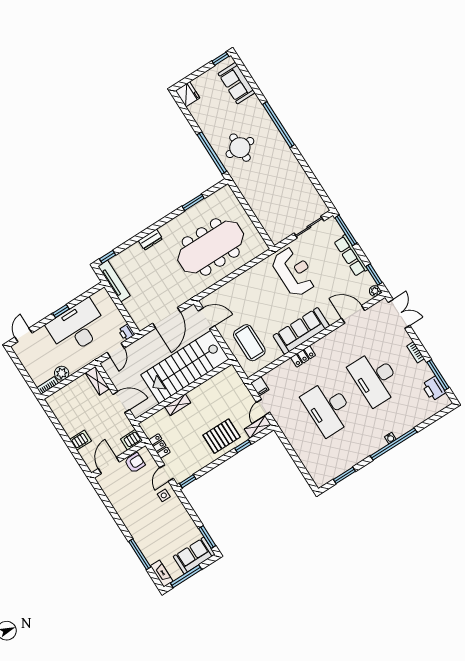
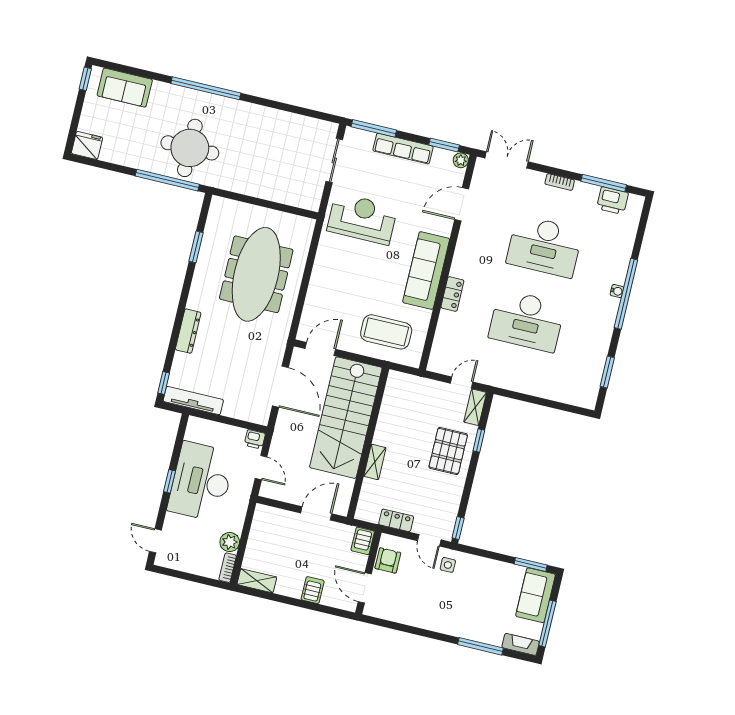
round table: (240, 148) -> (190, 148), width x1.36, depth x1.36
dresser: (150, 240) -> (188, 331), width x1.44
shelving: (97, 381) -> (257, 581), moved
filing cabinet: (260, 386) -> (438, 365), removed
door: (263, 407) -> (462, 383), swing flipped

